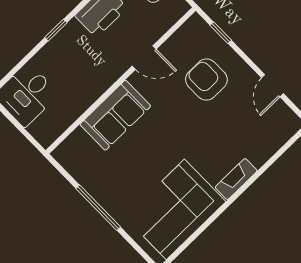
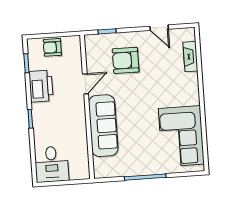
sofa: (115, 115) -> (103, 126), width x1.36
fireplace: (236, 179) -> (190, 57), moved

